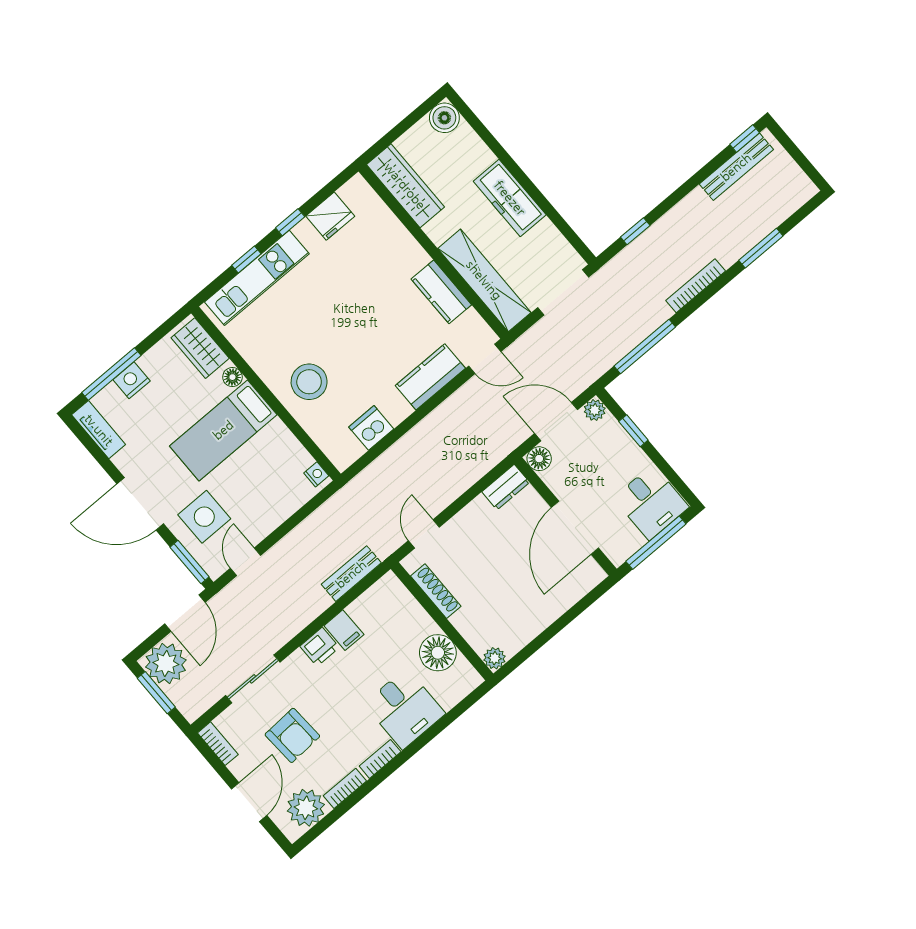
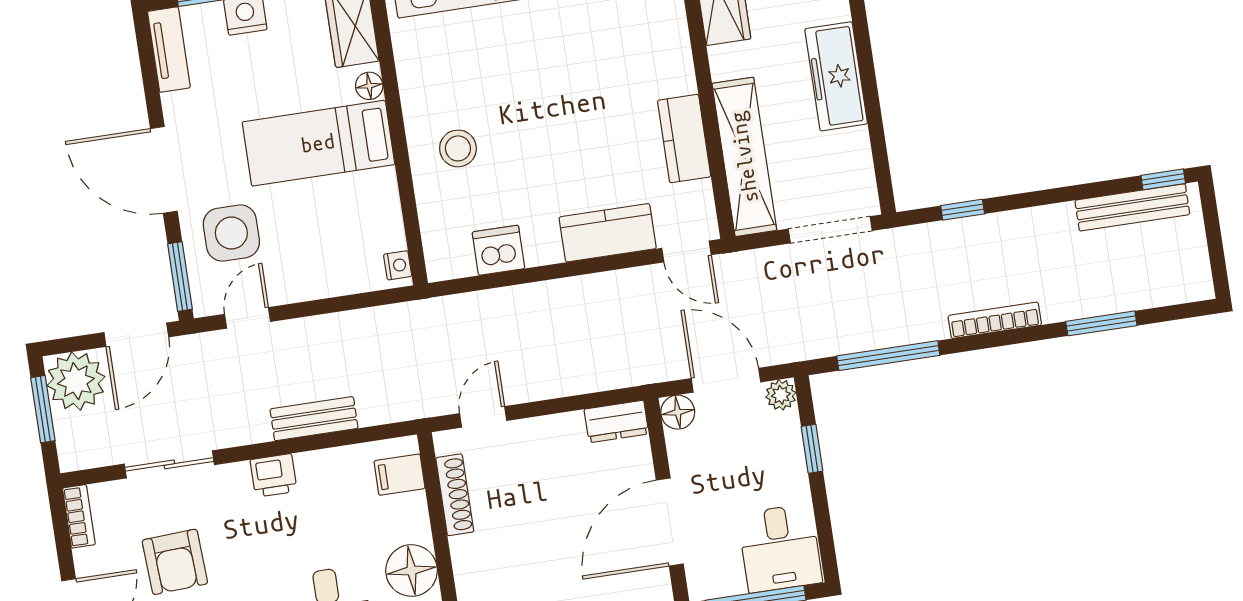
stool: (309, 382) -> (458, 148), width x0.73, depth x0.73
bench: (351, 574) -> (314, 419), moved
filing cabinet: (344, 630) -> (399, 475), moved, turned 90

